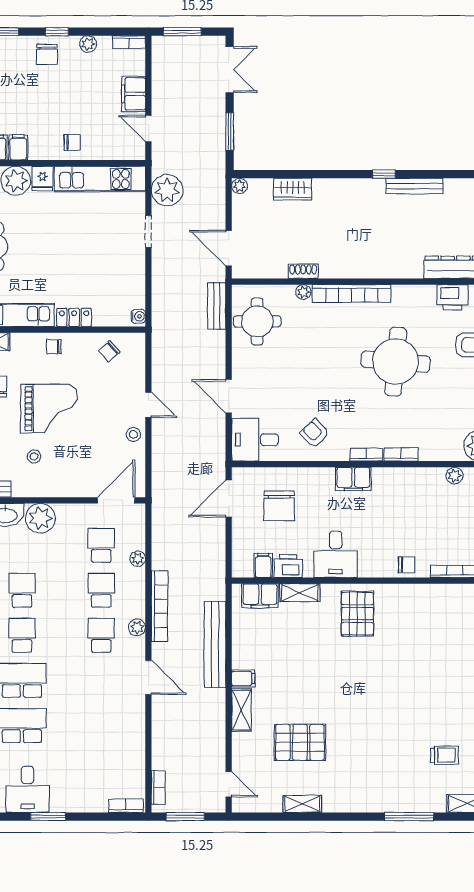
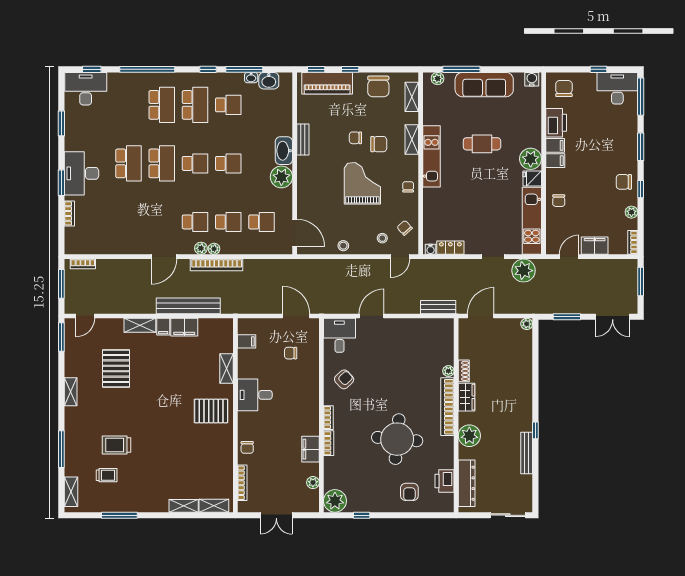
wardrobe: (293, 189) -> (467, 397), moved, turned 180
plant: (391, 264) -> (469, 436), added
locker: (74, 317) -> (450, 248), moved, turned -90
round table: (257, 321) -> (427, 337), removed
door: (148, 405) -> (400, 257), moved
grand piano: (49, 409) -> (362, 183), turned 180
stool: (34, 456) -> (382, 238), moved
filing cabinet: (353, 479) -> (310, 449), moved
chair: (279, 506) -> (291, 353), width x0.54, depth x0.54
plant: (138, 559) -> (214, 249), moved
printer: (288, 566) -> (246, 360), removed
filing cabinet: (260, 596) -> (184, 327), moved, turned -90
trolley: (404, 742) -> (117, 445), added
trolley: (444, 755) -> (107, 475), turned -90
desk: (28, 789) -> (81, 173), width x1.37
shelving: (302, 804) -> (71, 392), moved
bookcase: (126, 806) -> (69, 213), moved
window: (257, 817) -> (61, 337), added

